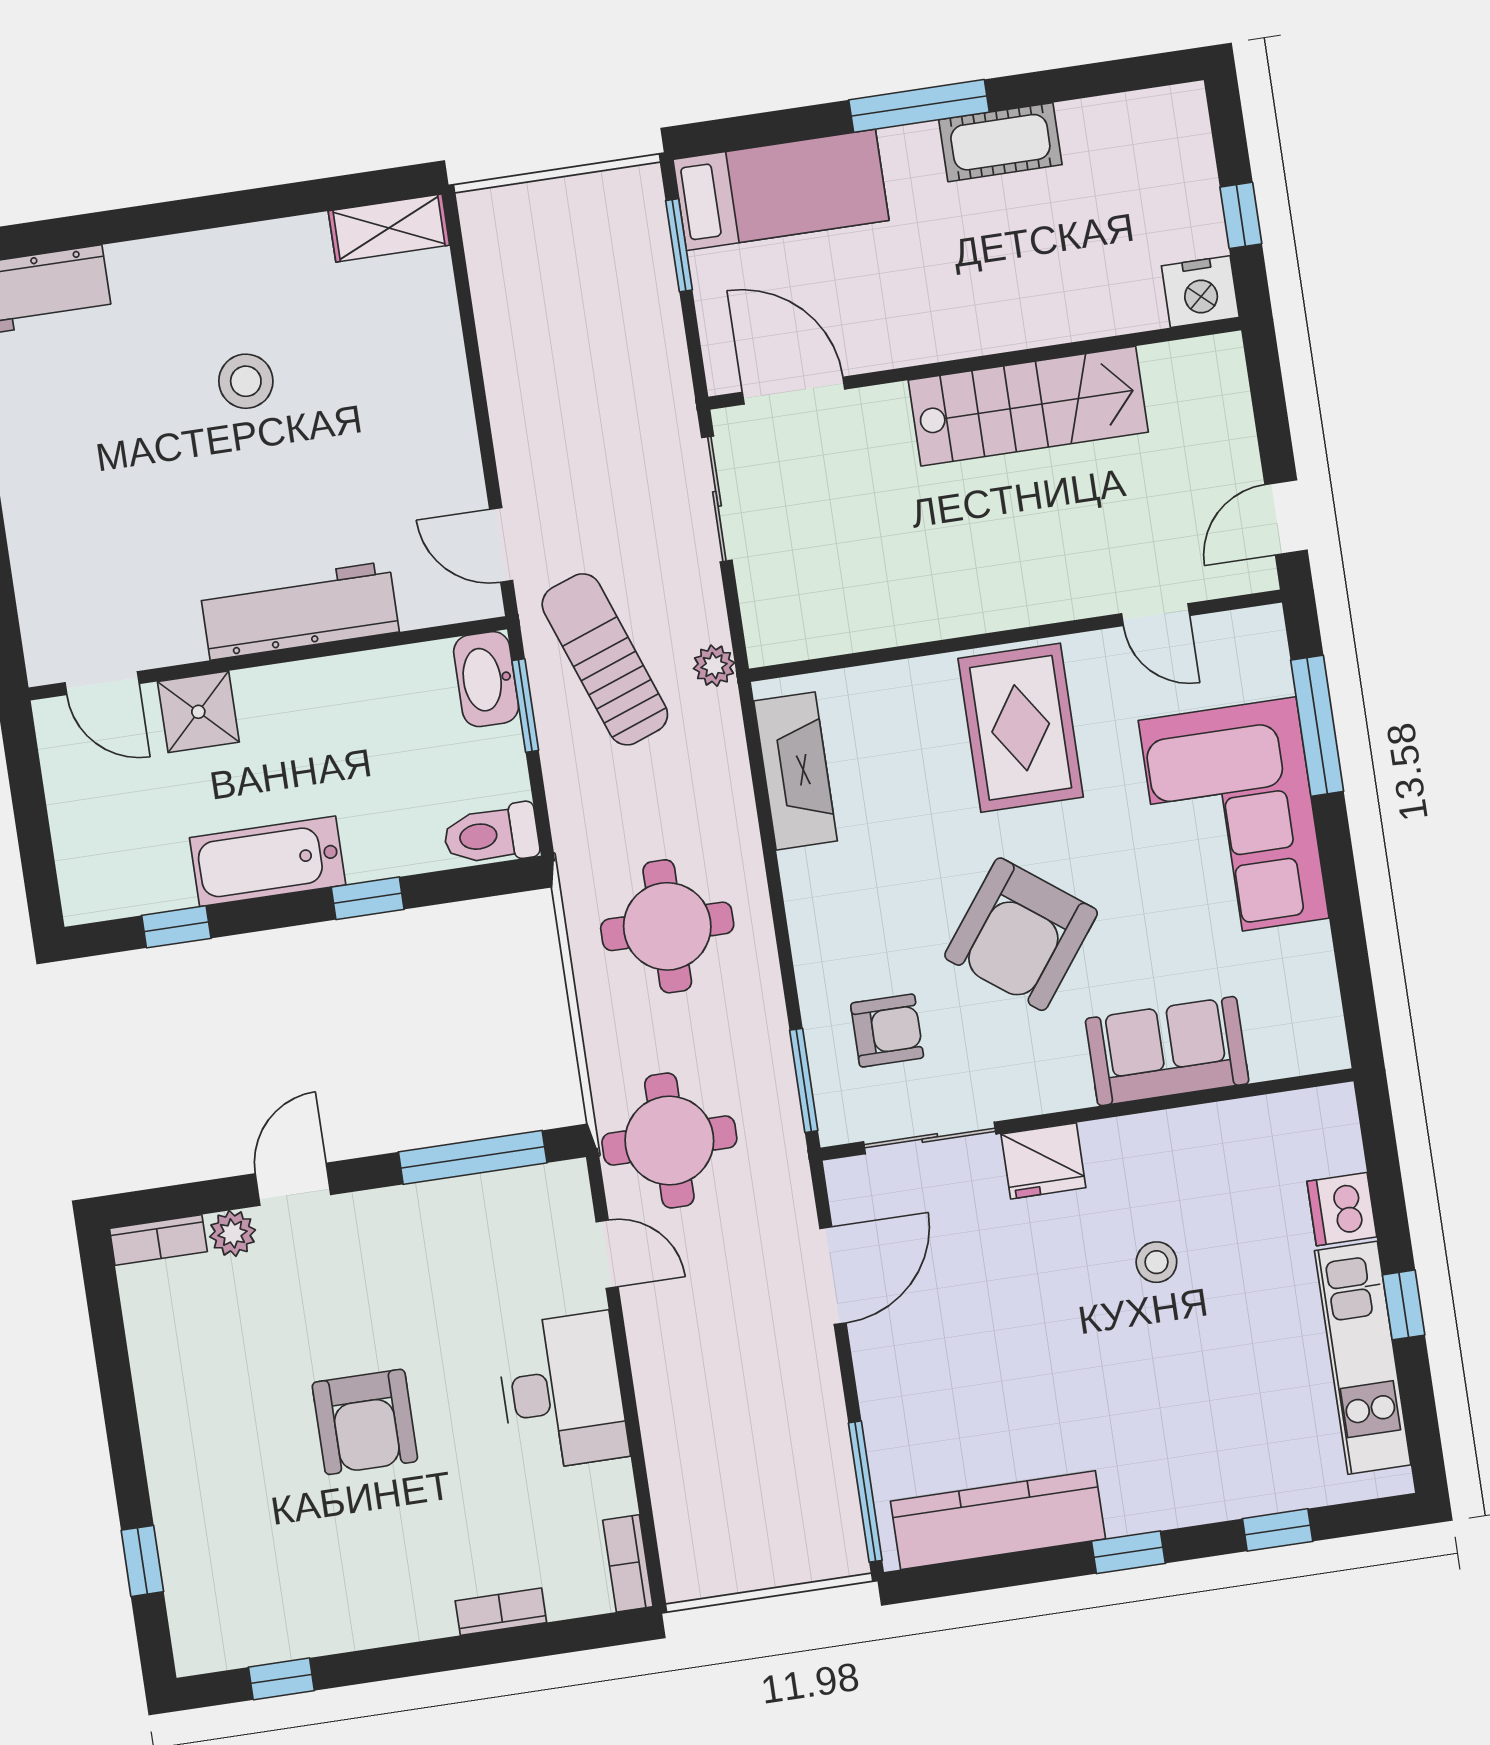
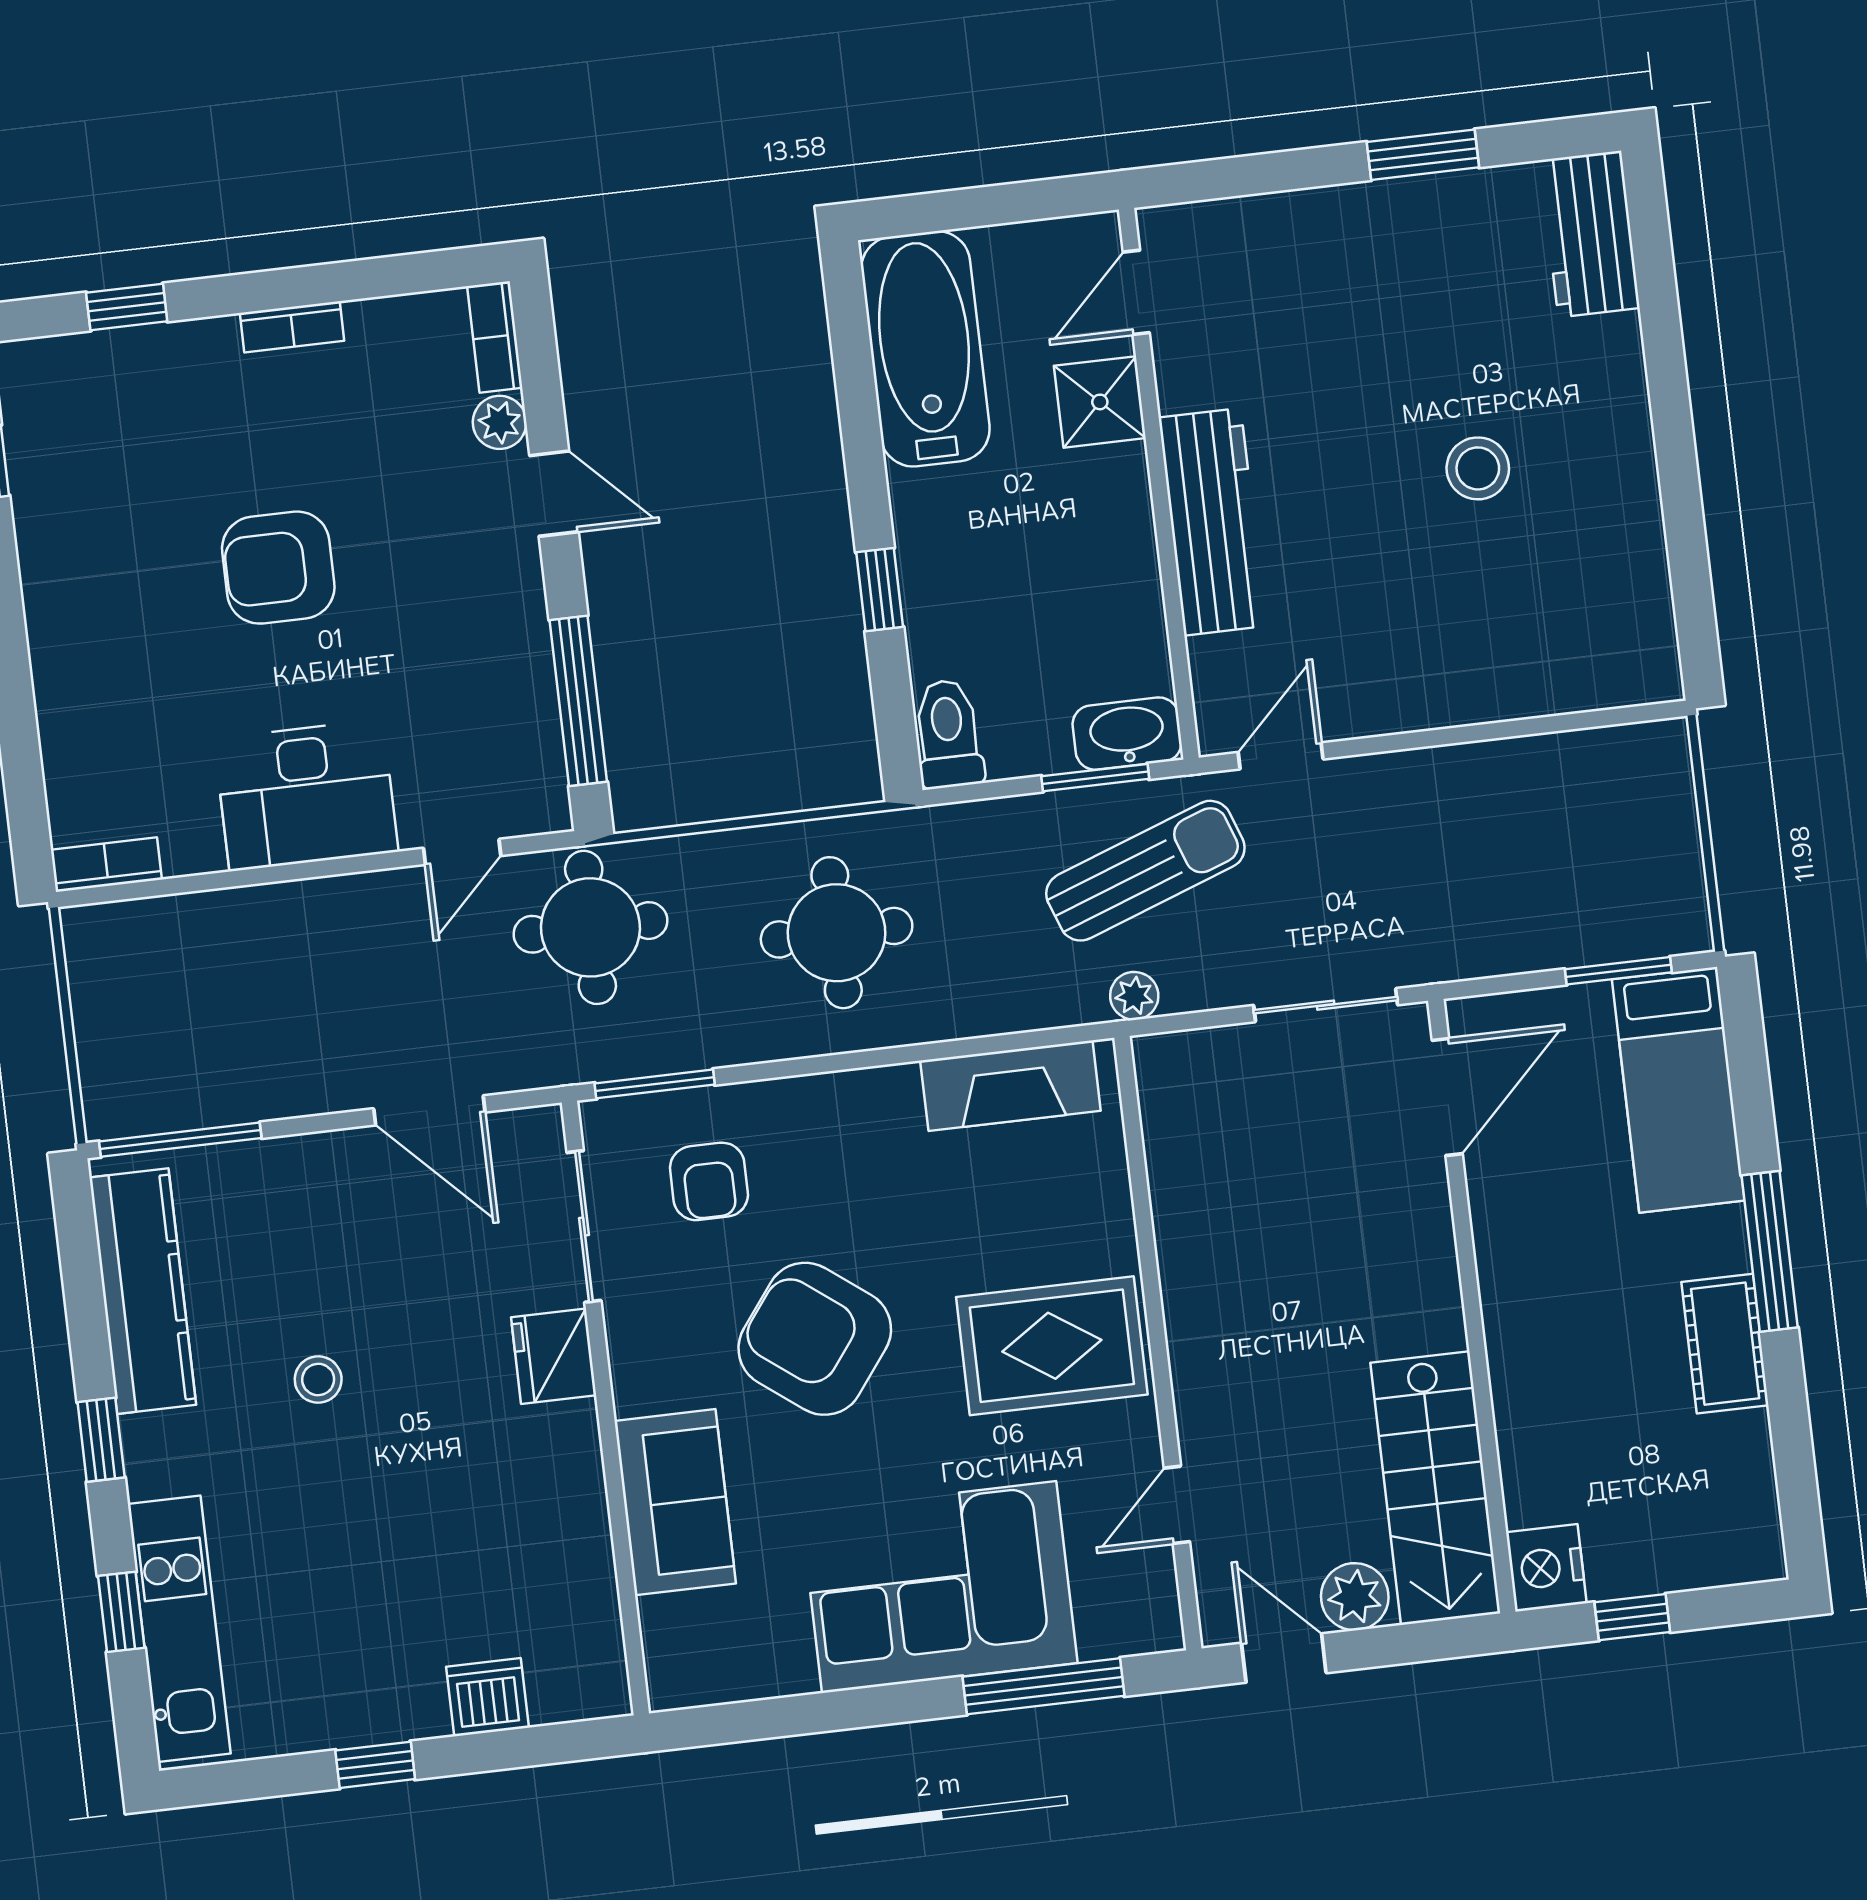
shelving: (389, 228) -> (1649, 638), removed
stairs: (1028, 406) -> (1435, 1488), moved
plant: (1231, 457) -> (1355, 1597), added
bathtub: (268, 861) -> (925, 349), moved, width x1.36, depth x1.36
window: (176, 927) -> (854, 369), removed
stool: (1156, 1262) -> (318, 1380), moved
kitchen unit: (1363, 1358) -> (179, 1629), moved, turned 90
bookcase: (501, 1612) -> (292, 327), moved, turned 90

